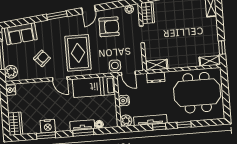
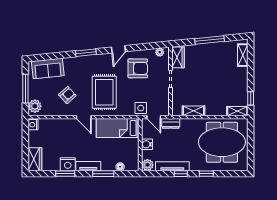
shelving: (157, 65) -> (193, 111), moved
dresser: (156, 77) -> (171, 123), moved
tv unit: (82, 125) -> (88, 166), moved

